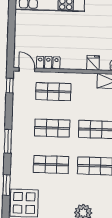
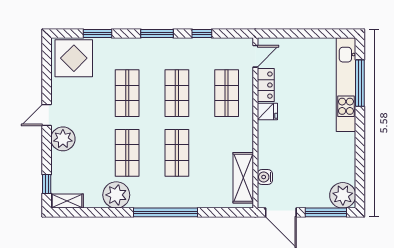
fridge: (93, 63) -> (267, 111), moved
window: (10, 86) -> (202, 33), moved

